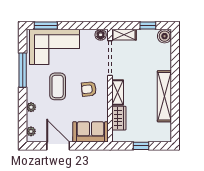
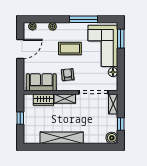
floor lamp: (101, 35) -> (113, 72), moved
sofa: (90, 132) -> (41, 82), moved, turned -90

